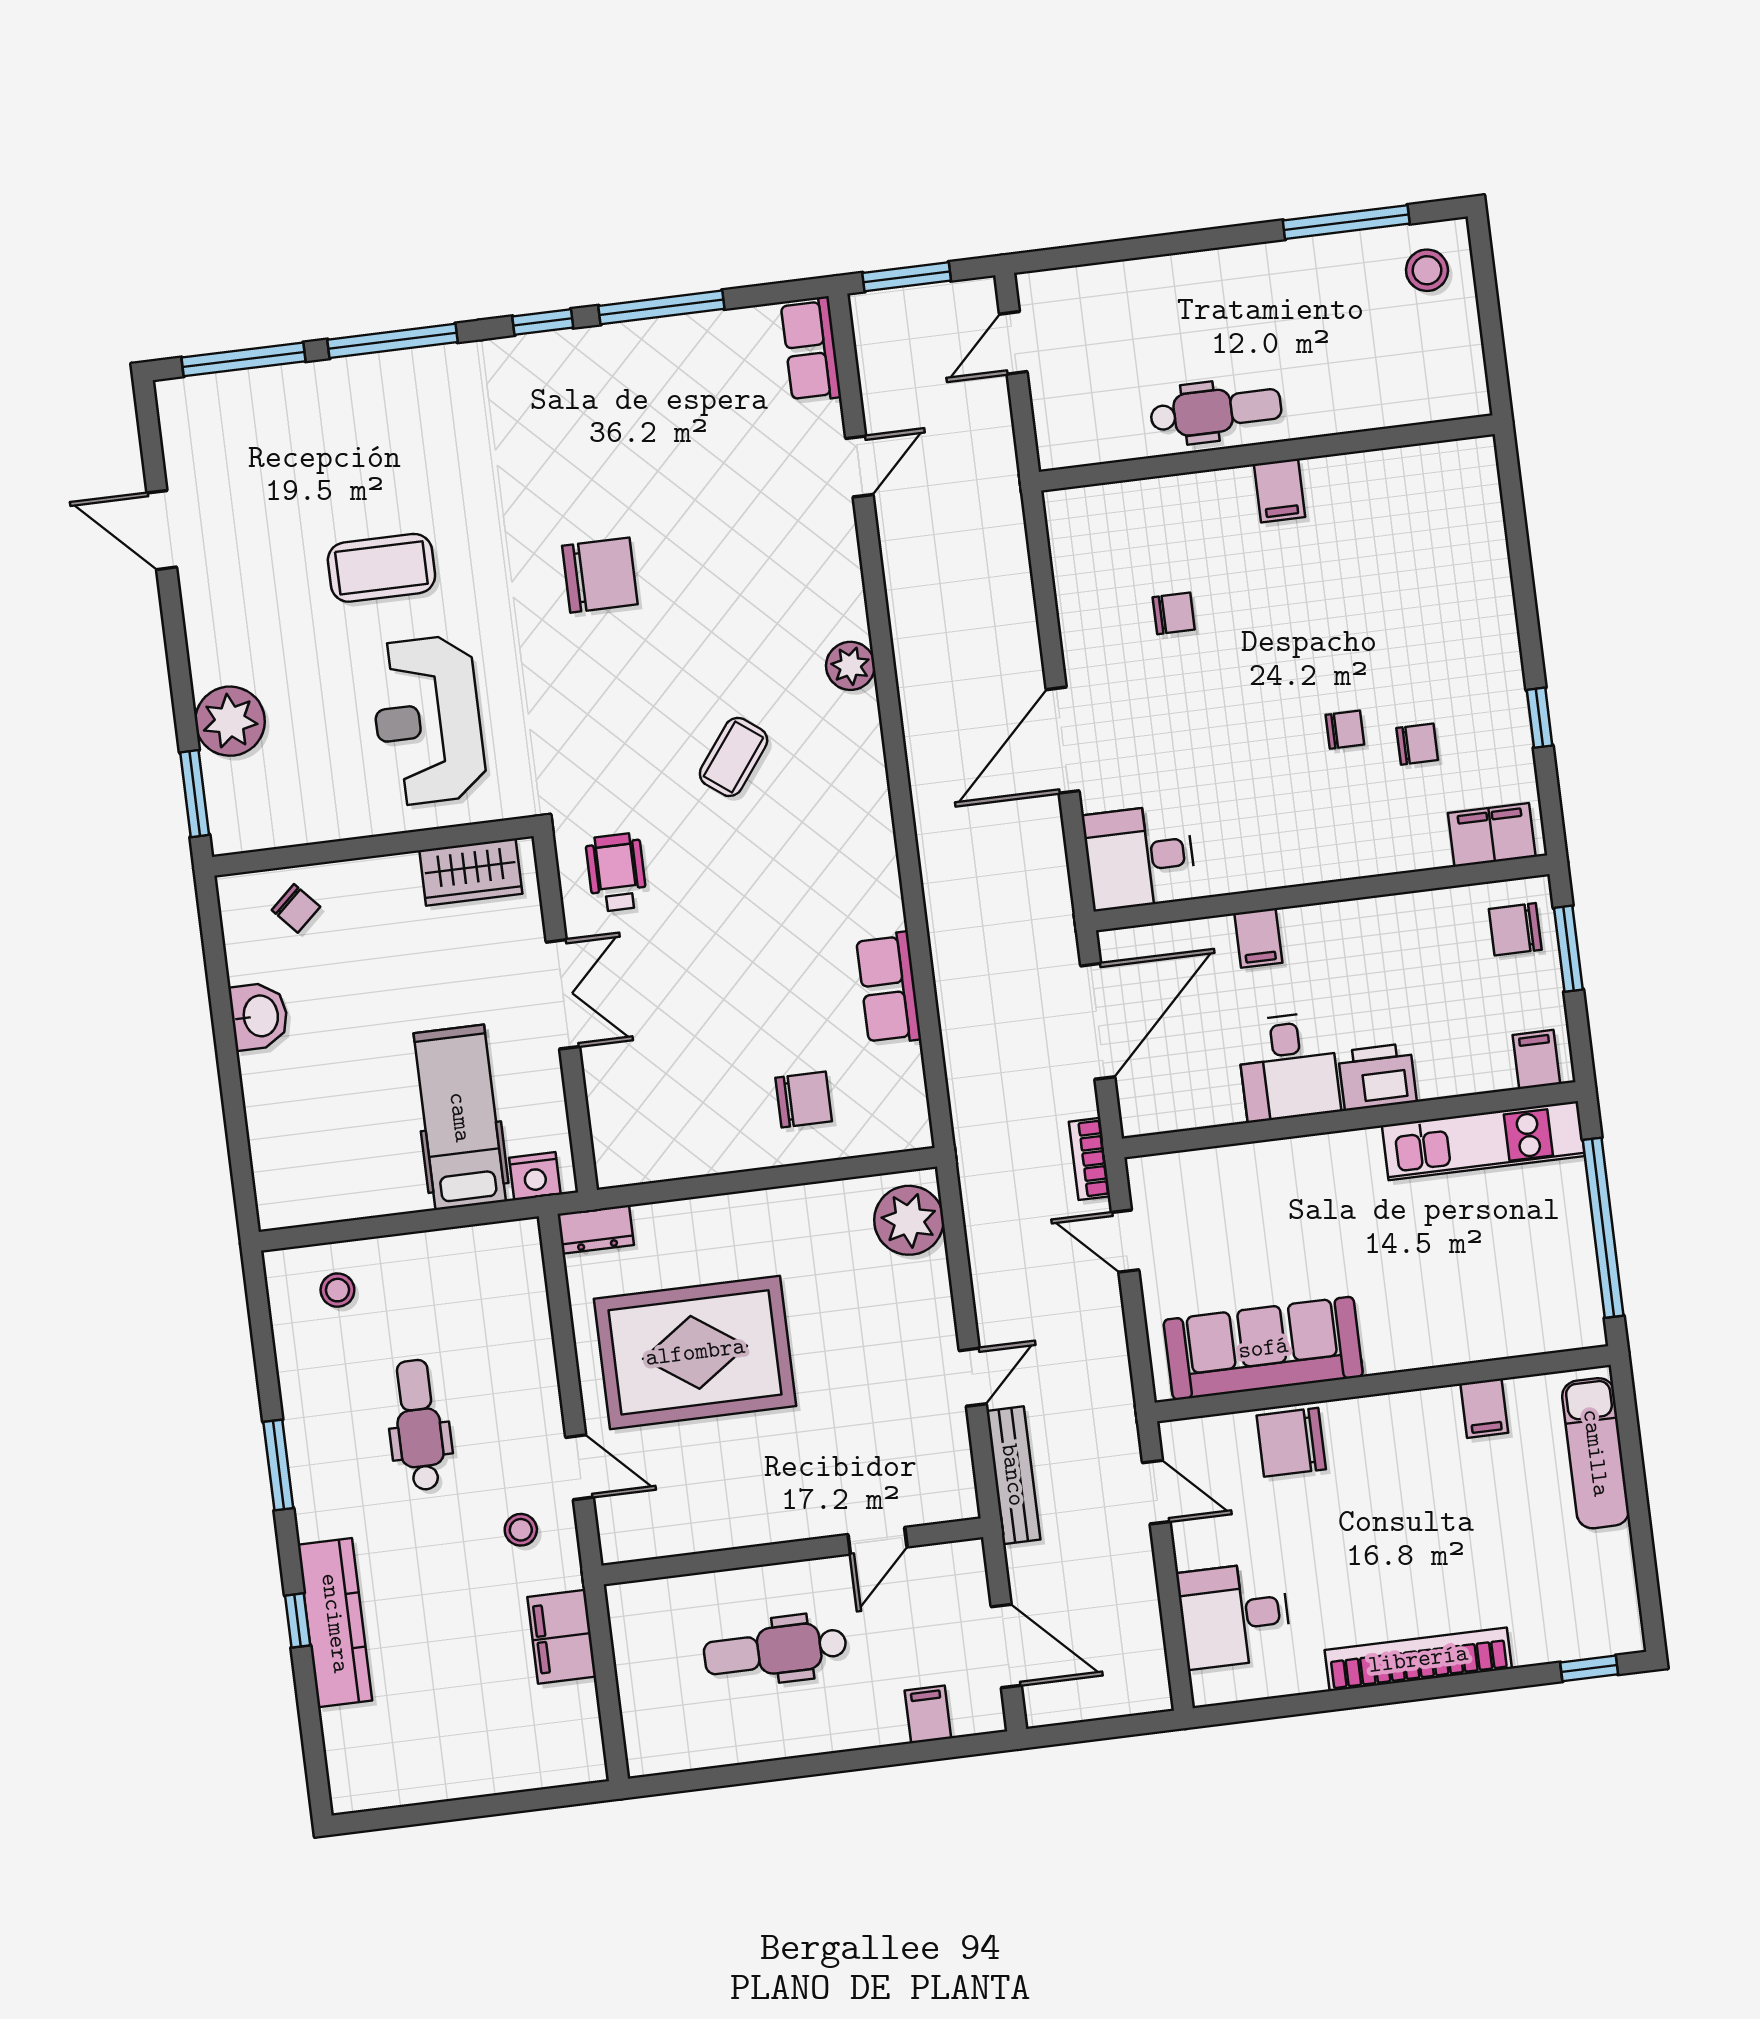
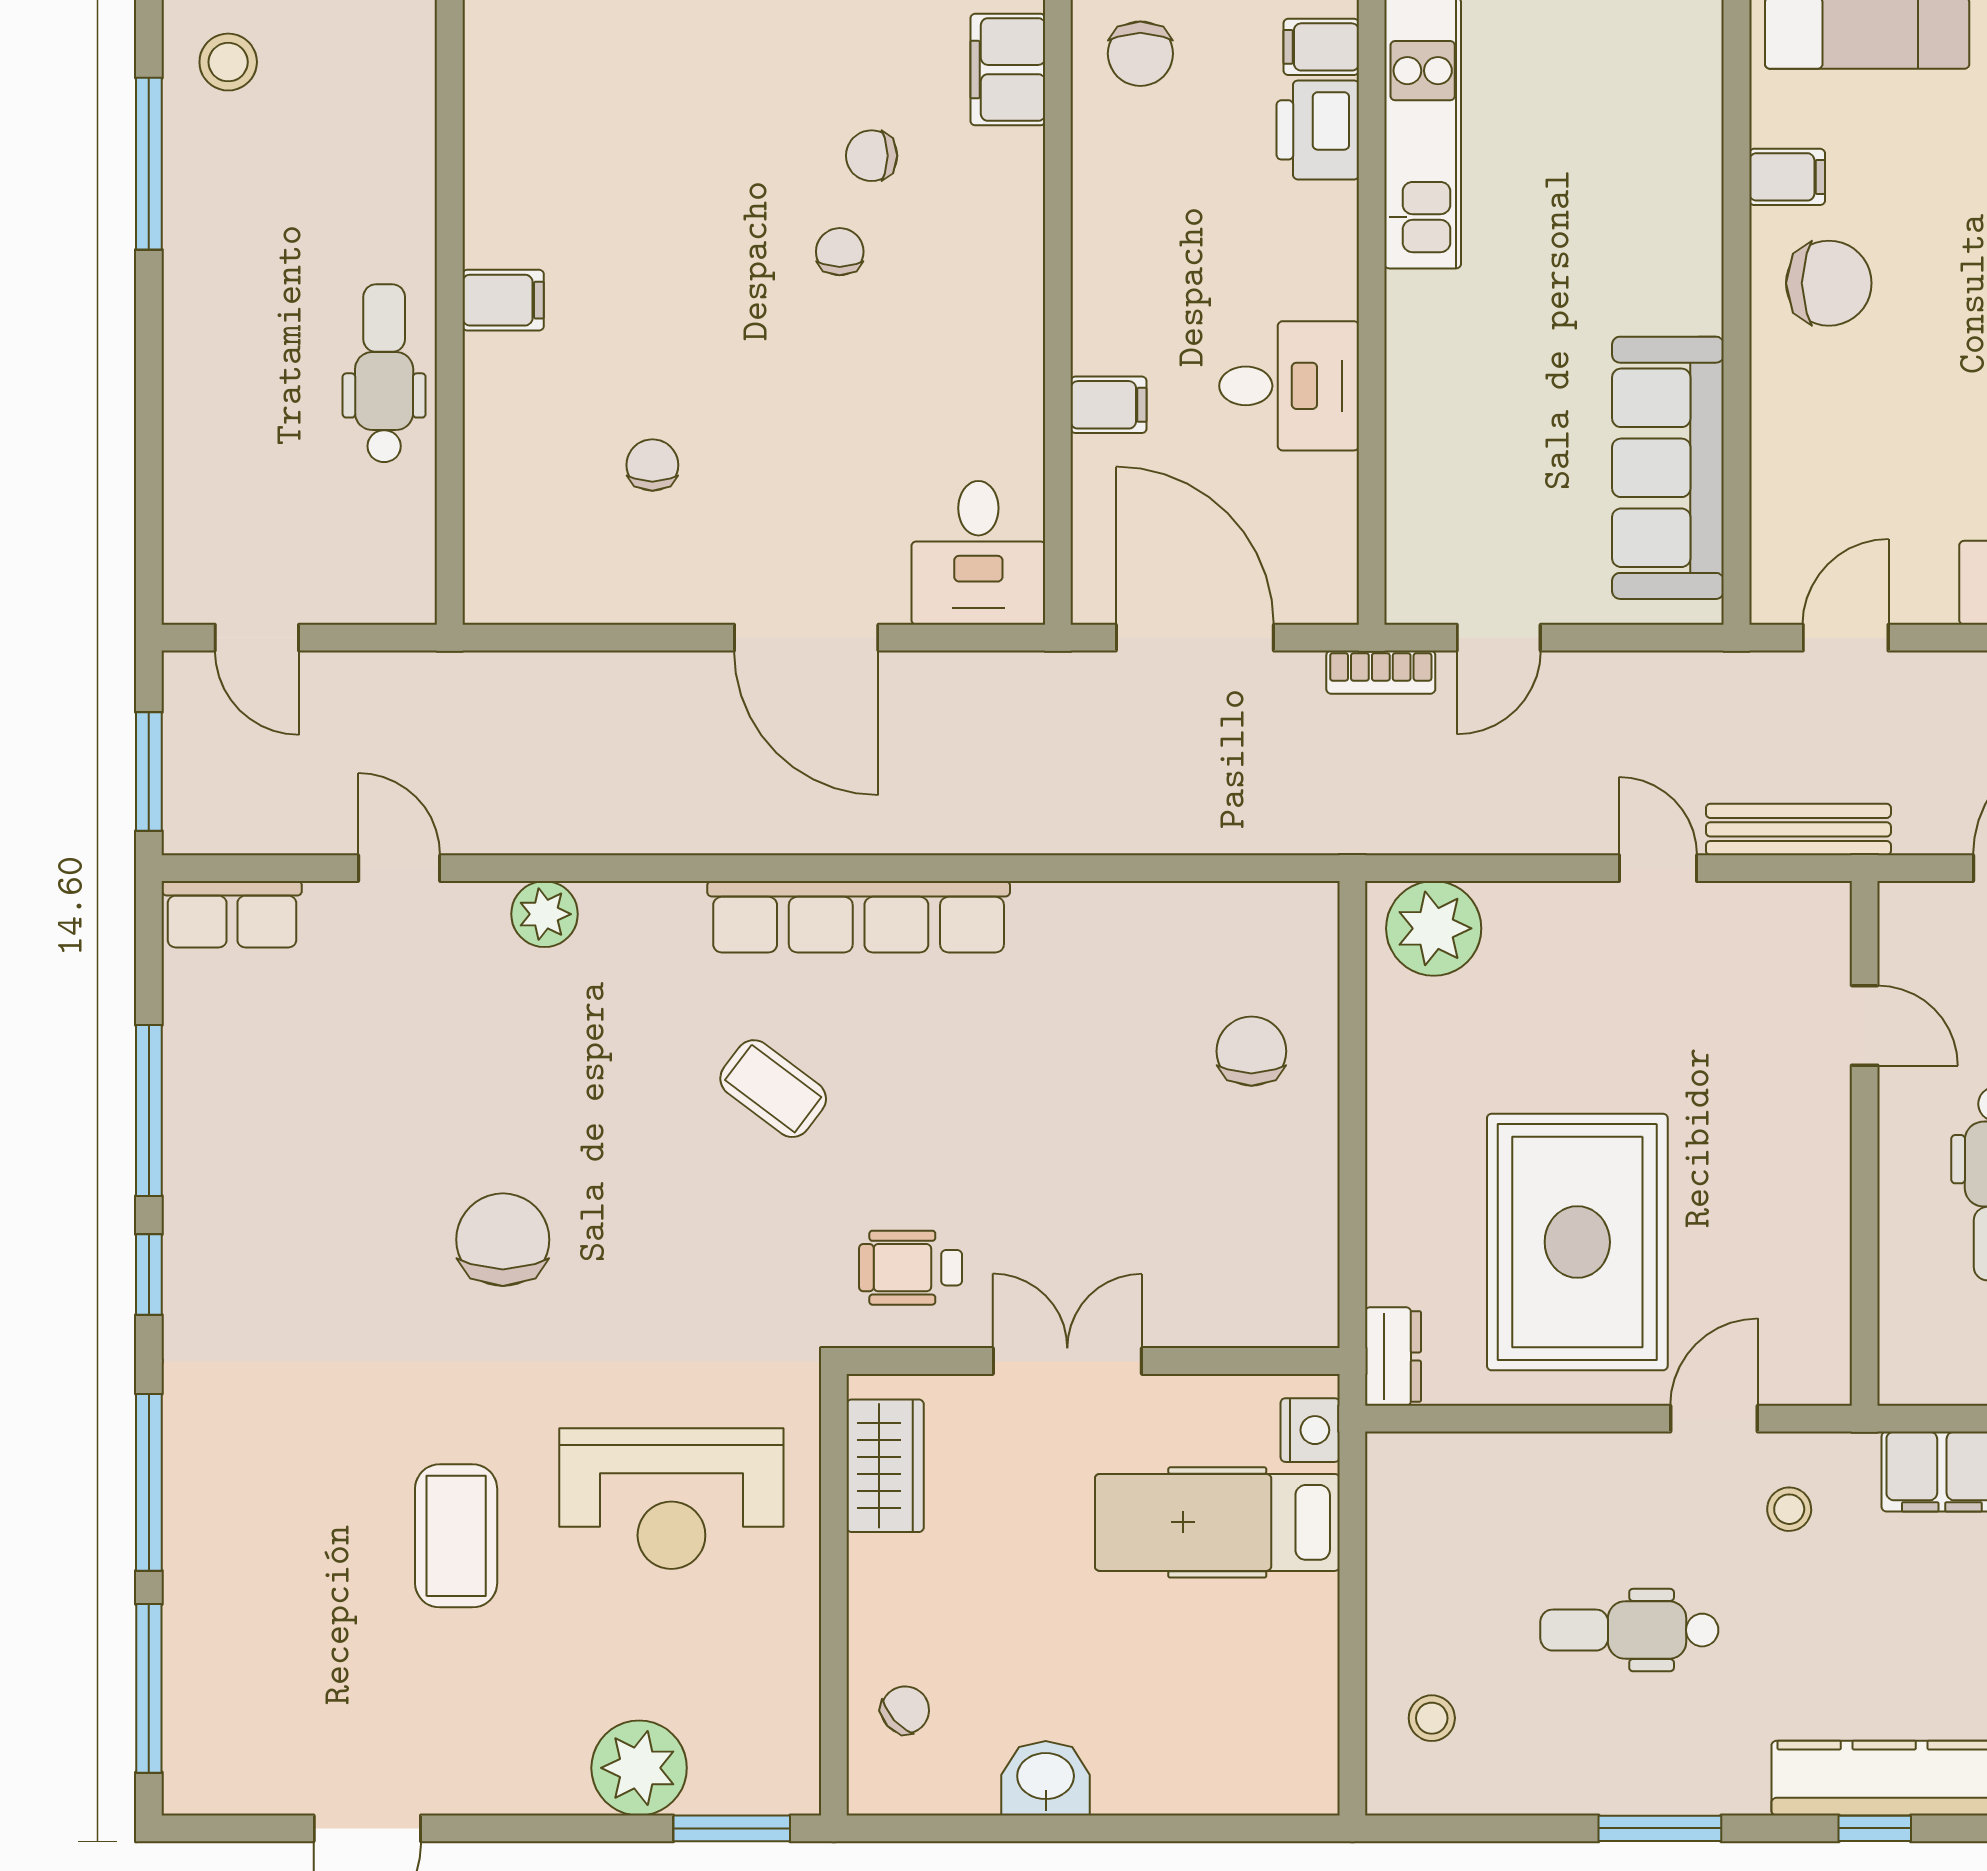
plant: (850, 666) -> (545, 914), moved
chair: (1417, 744) -> (872, 156), turned -90
row of seats: (889, 988) -> (859, 917), moved, width x2.02
printer: (1377, 1077) -> (1318, 130), moved
chair: (1291, 1442) -> (1829, 283), moved, turned -90

